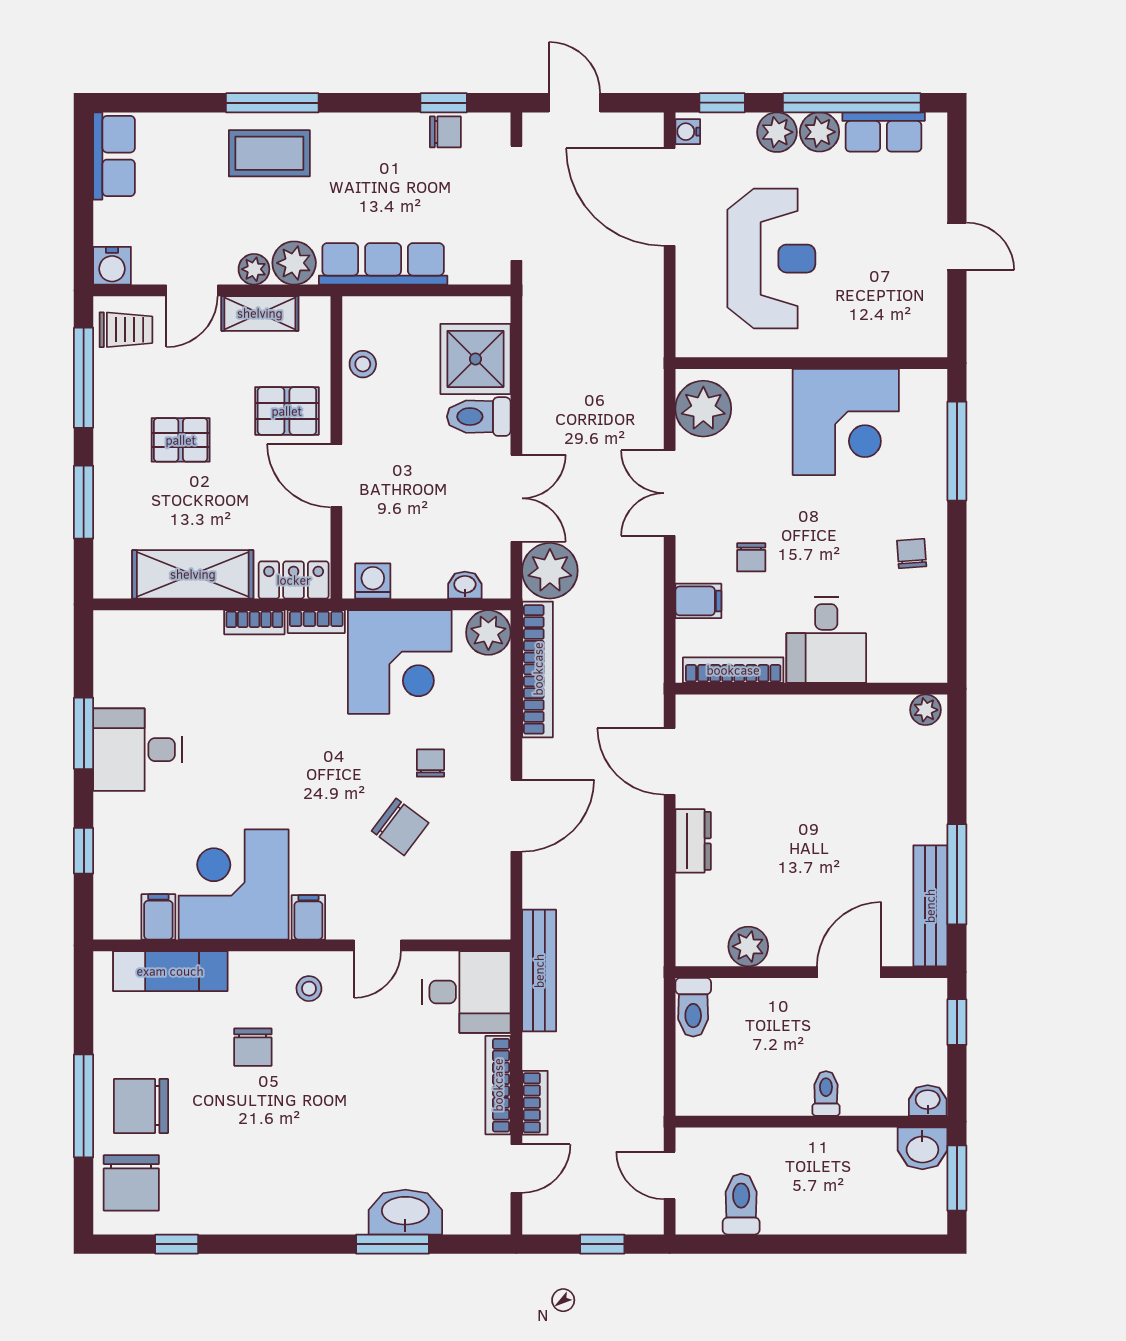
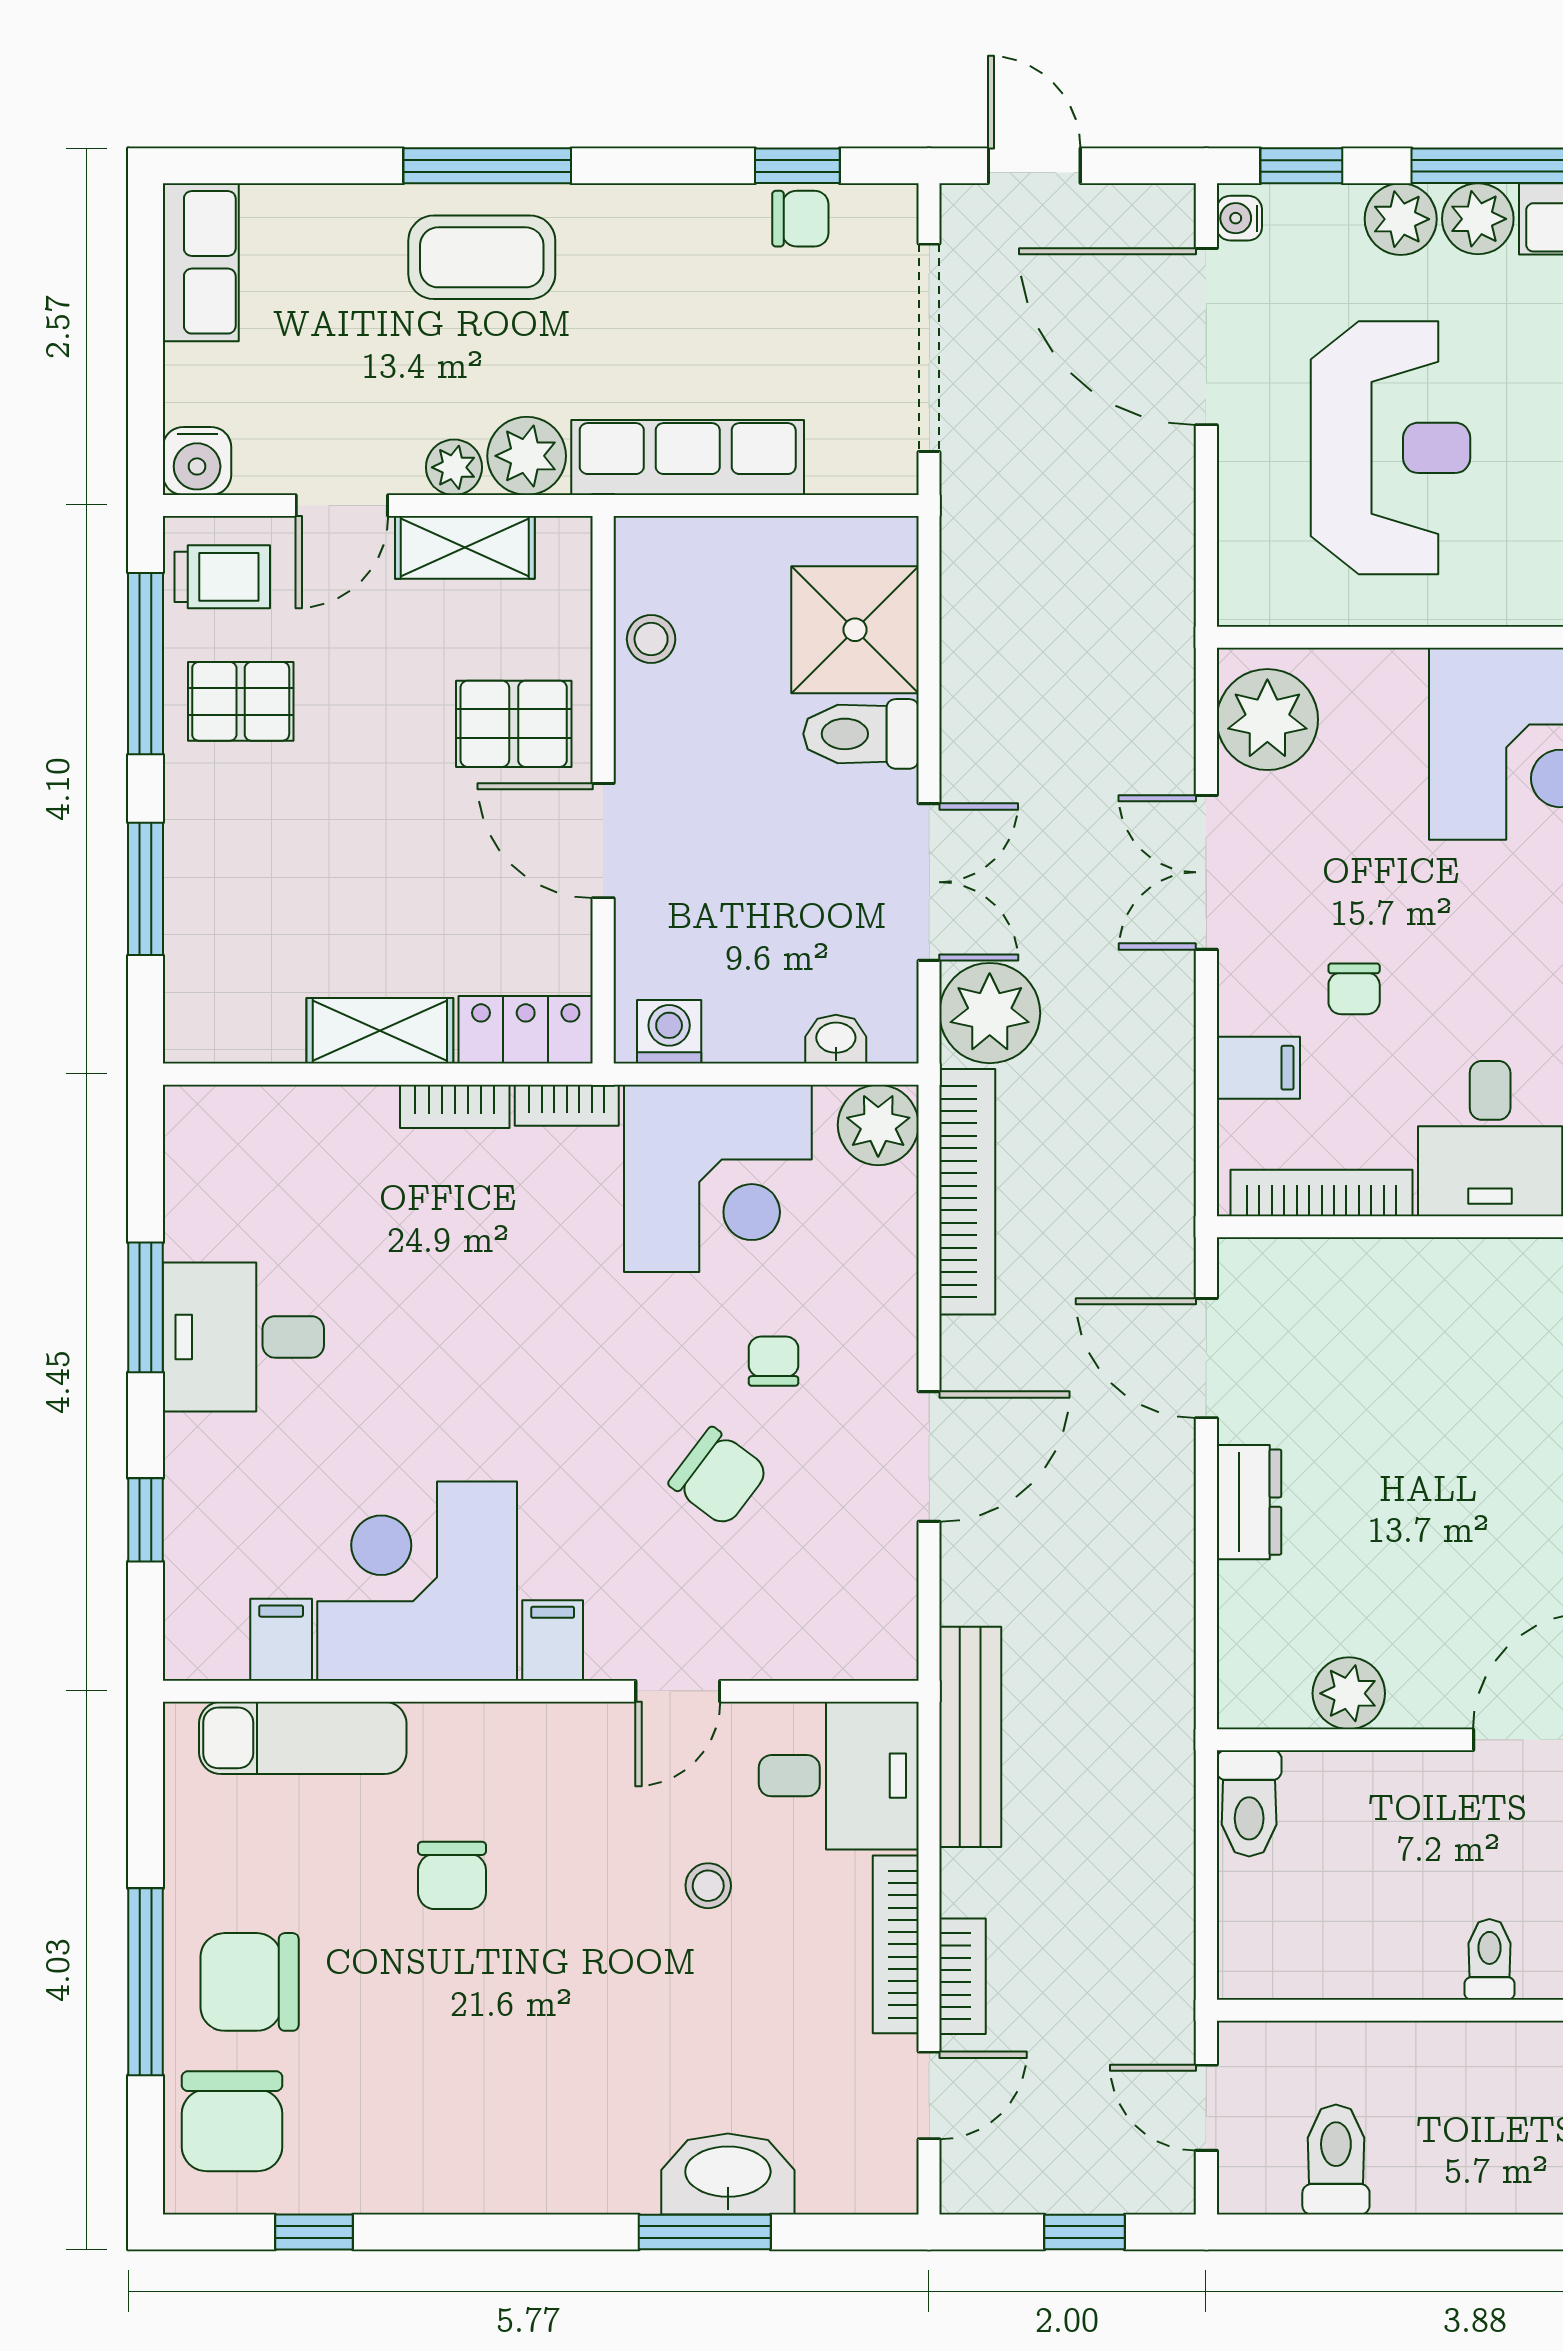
pallet: (181, 440) -> (241, 701), moved
shelving: (193, 574) -> (380, 1031), width x0.67, depth x0.75
stool: (309, 989) -> (708, 1886), moved

